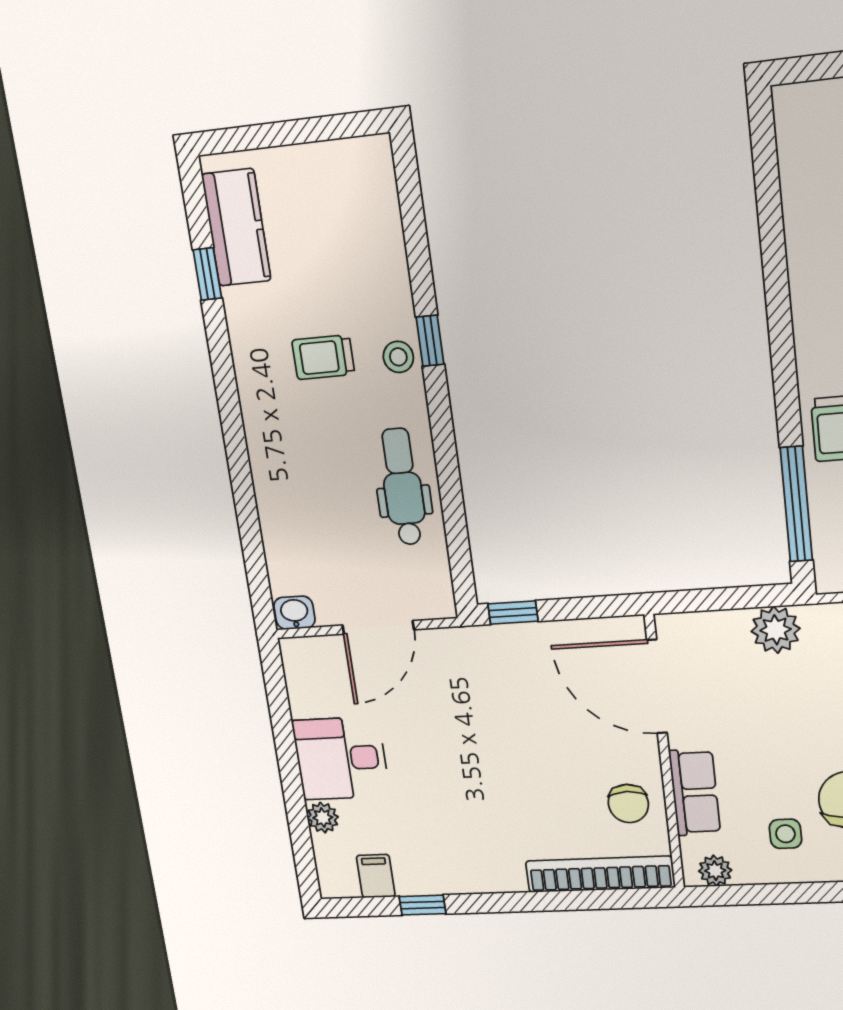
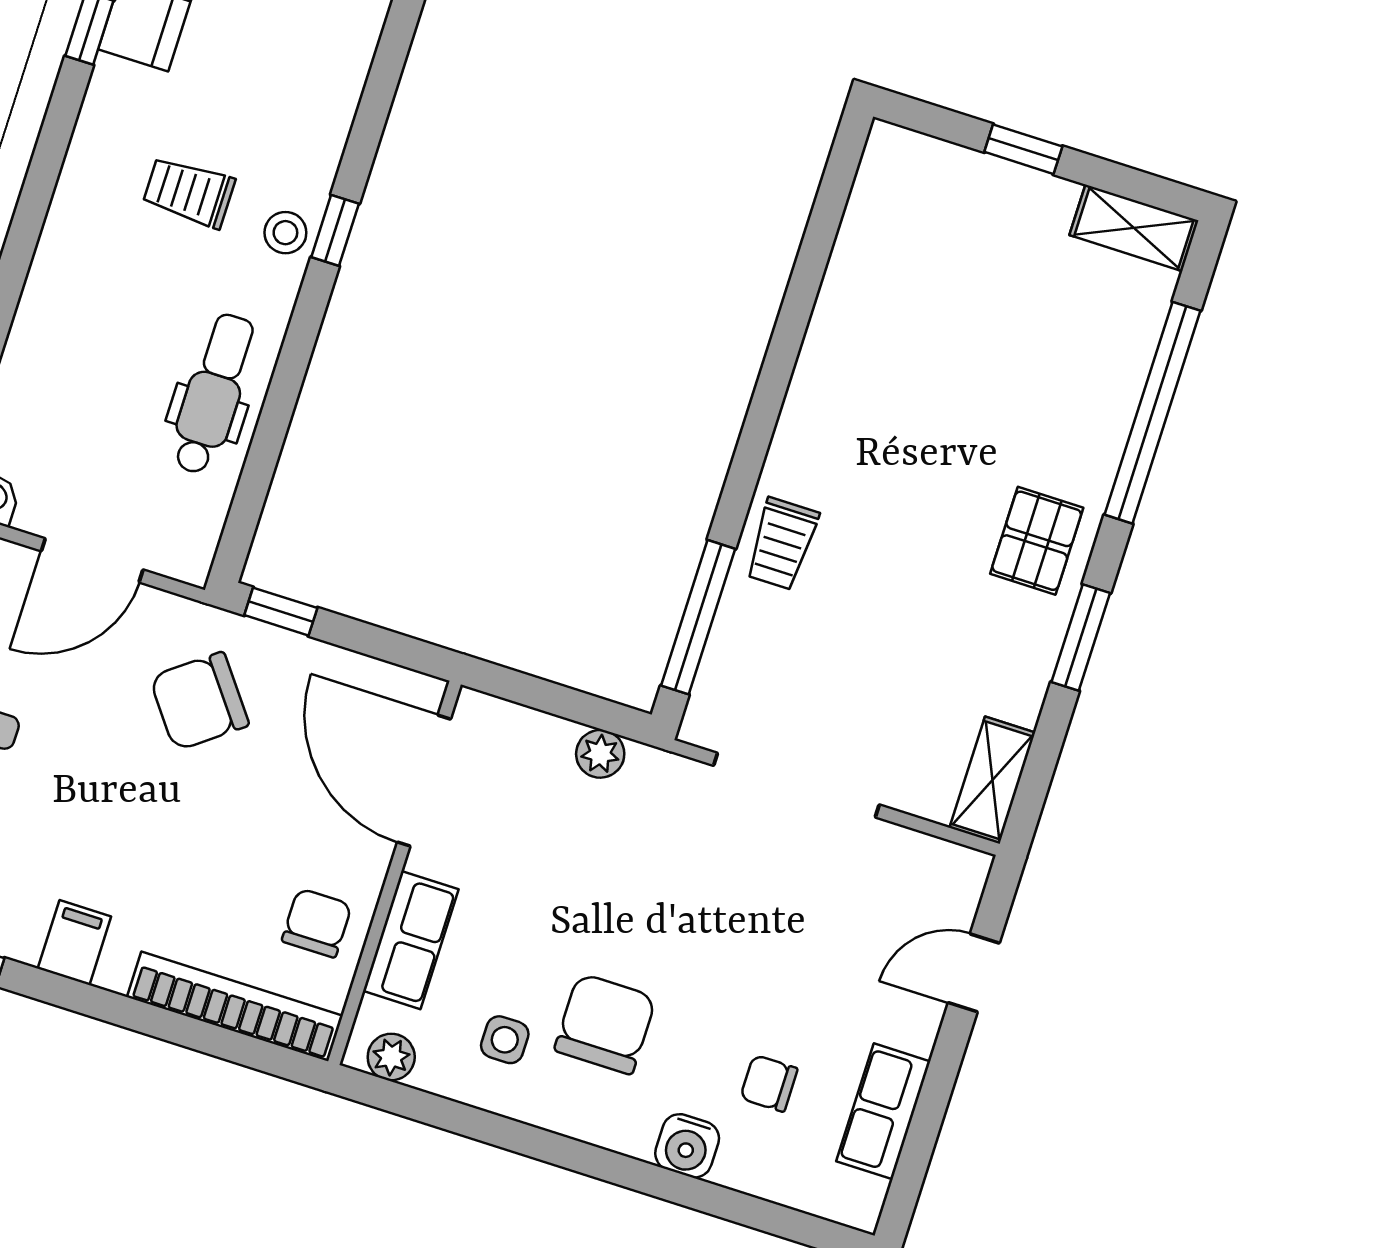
plant: (776, 630) -> (600, 754), width x0.73, depth x0.73
chair: (488, 691) -> (199, 701), added
chair: (628, 804) -> (317, 923), turned 180
filing cabinet: (481, 870) -> (74, 942), added

